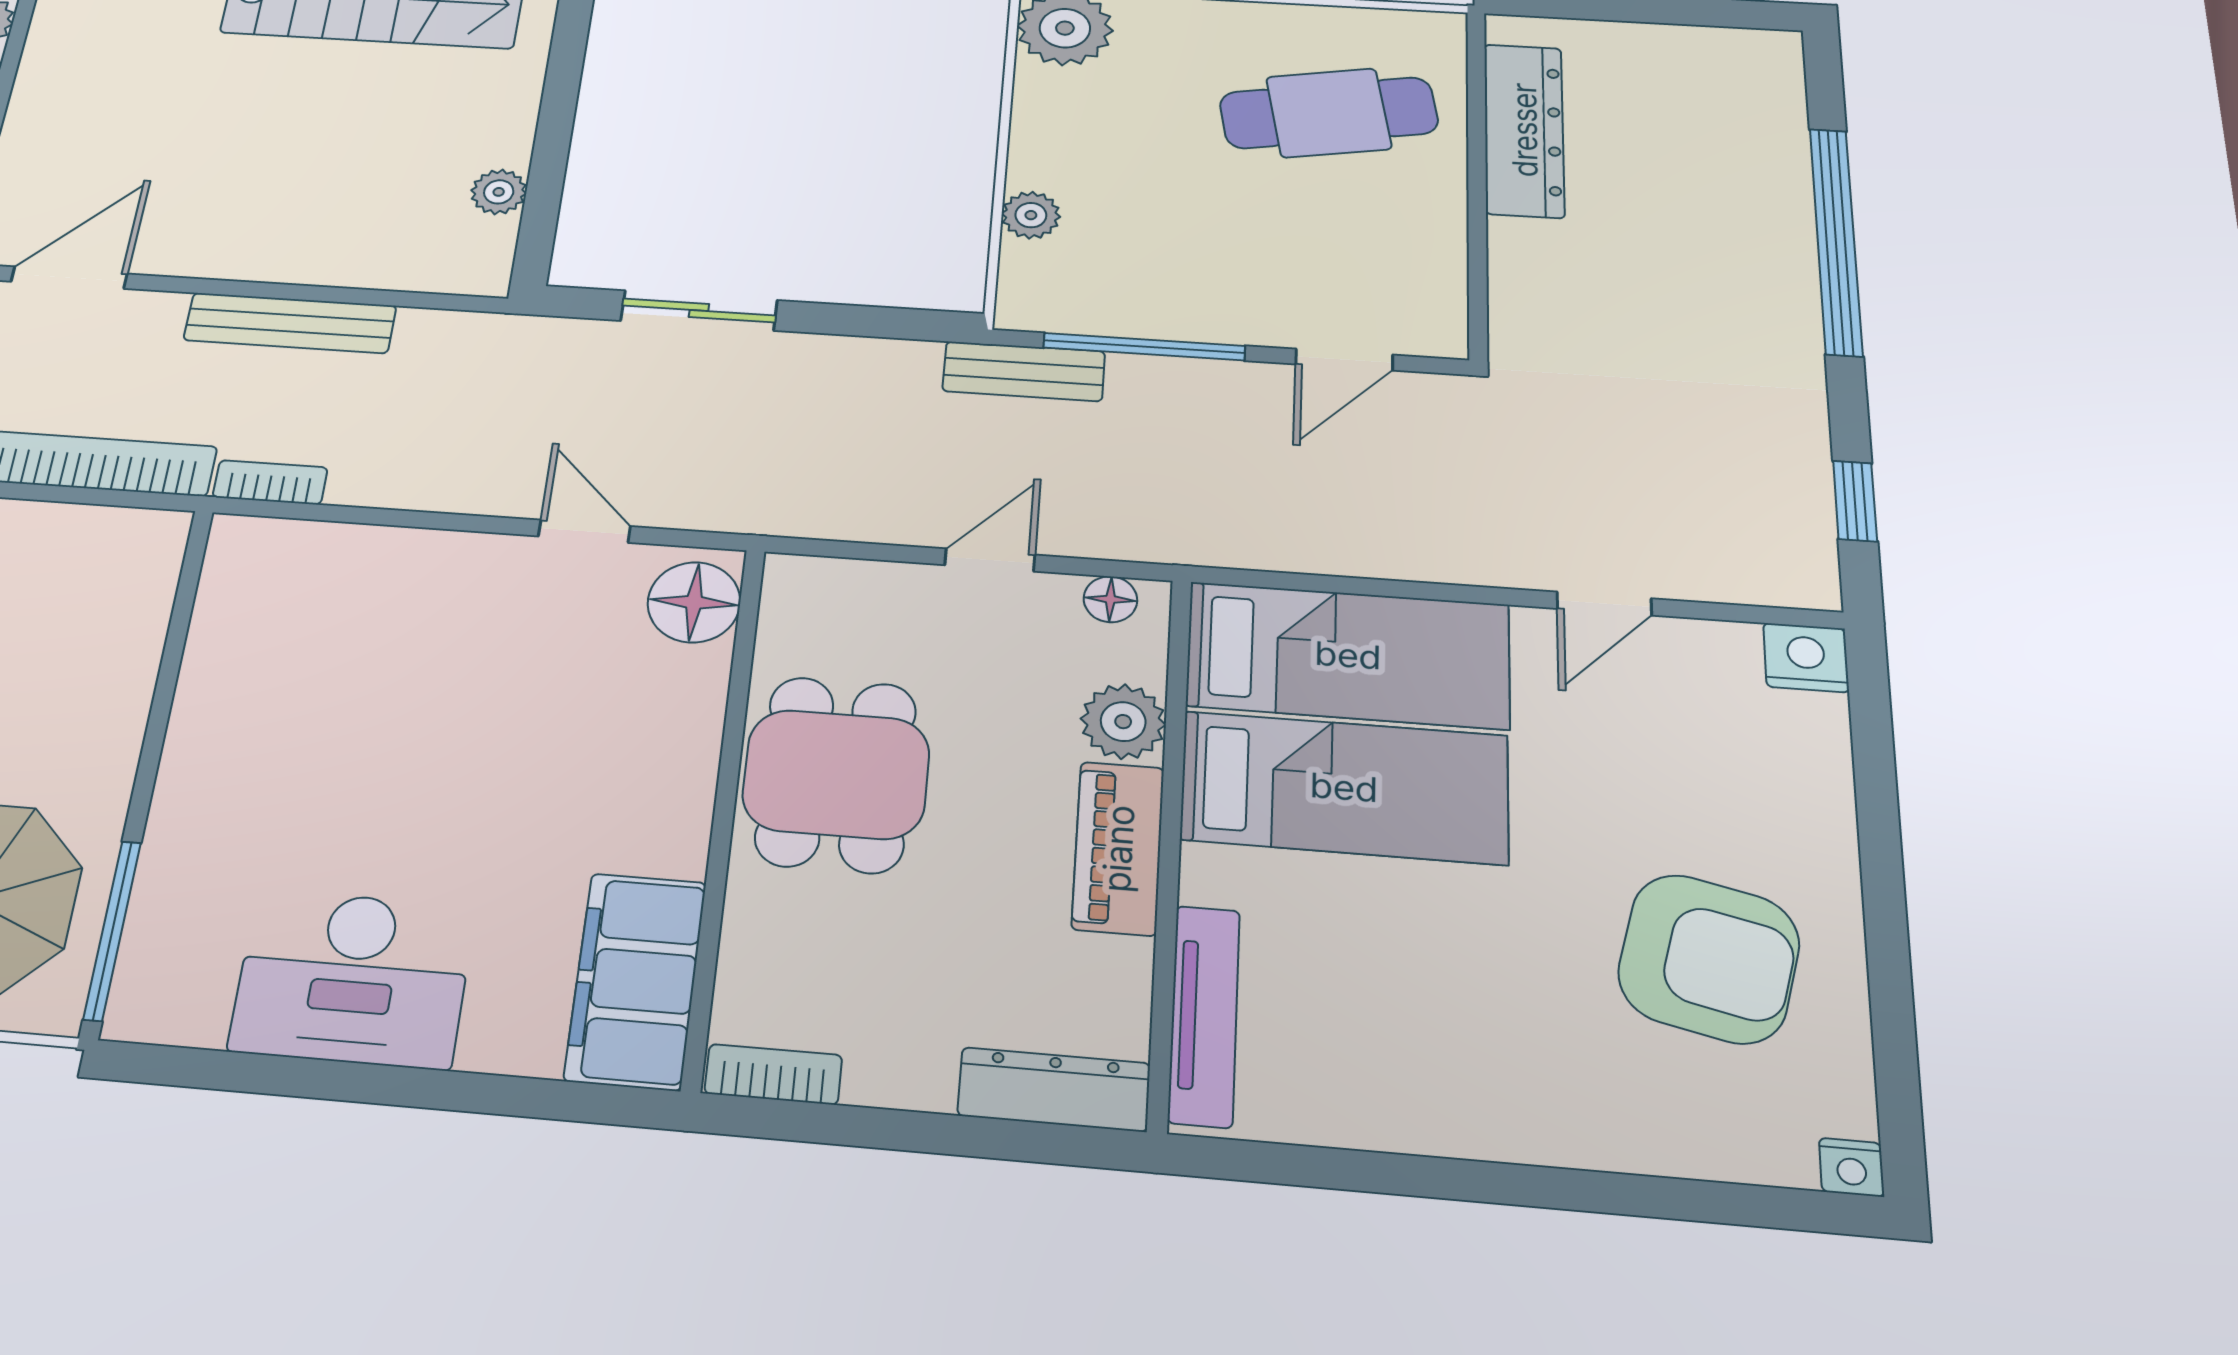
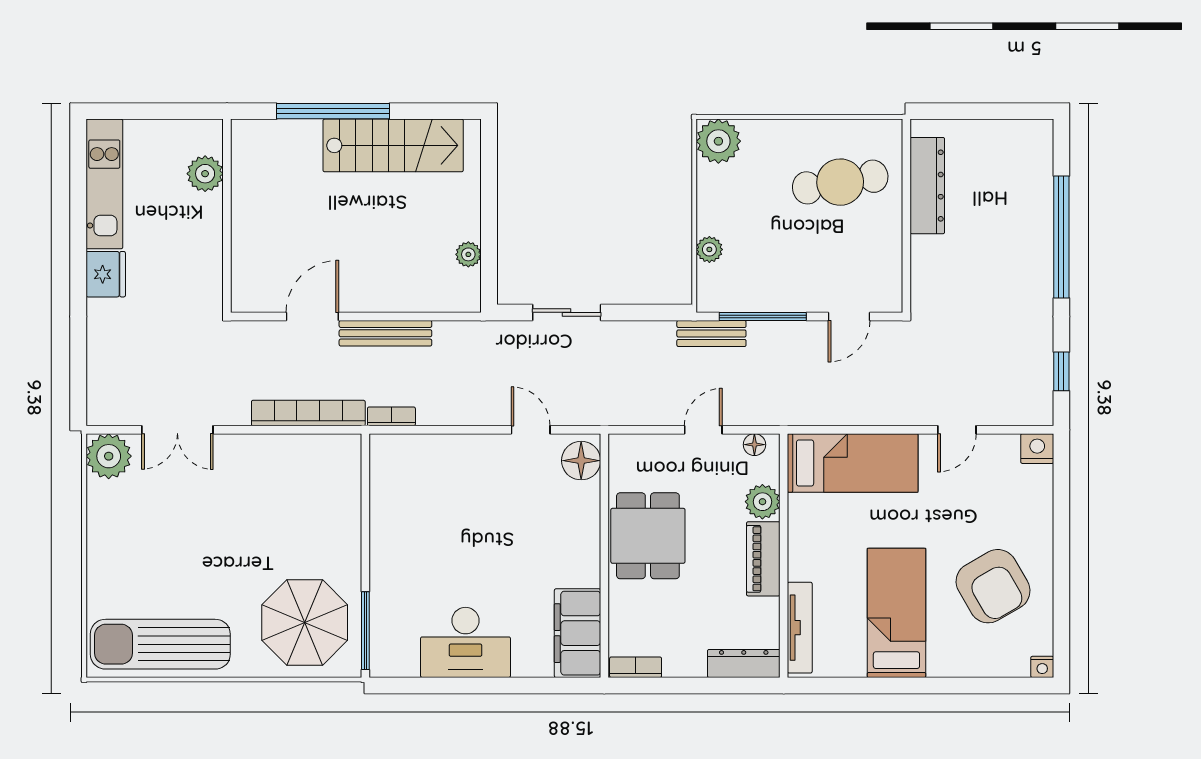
door: (69, 278) -> (312, 317), moved
bed: (1344, 787) -> (896, 613), moved, turned -90
armchair: (1709, 959) -> (993, 586), turned 47

